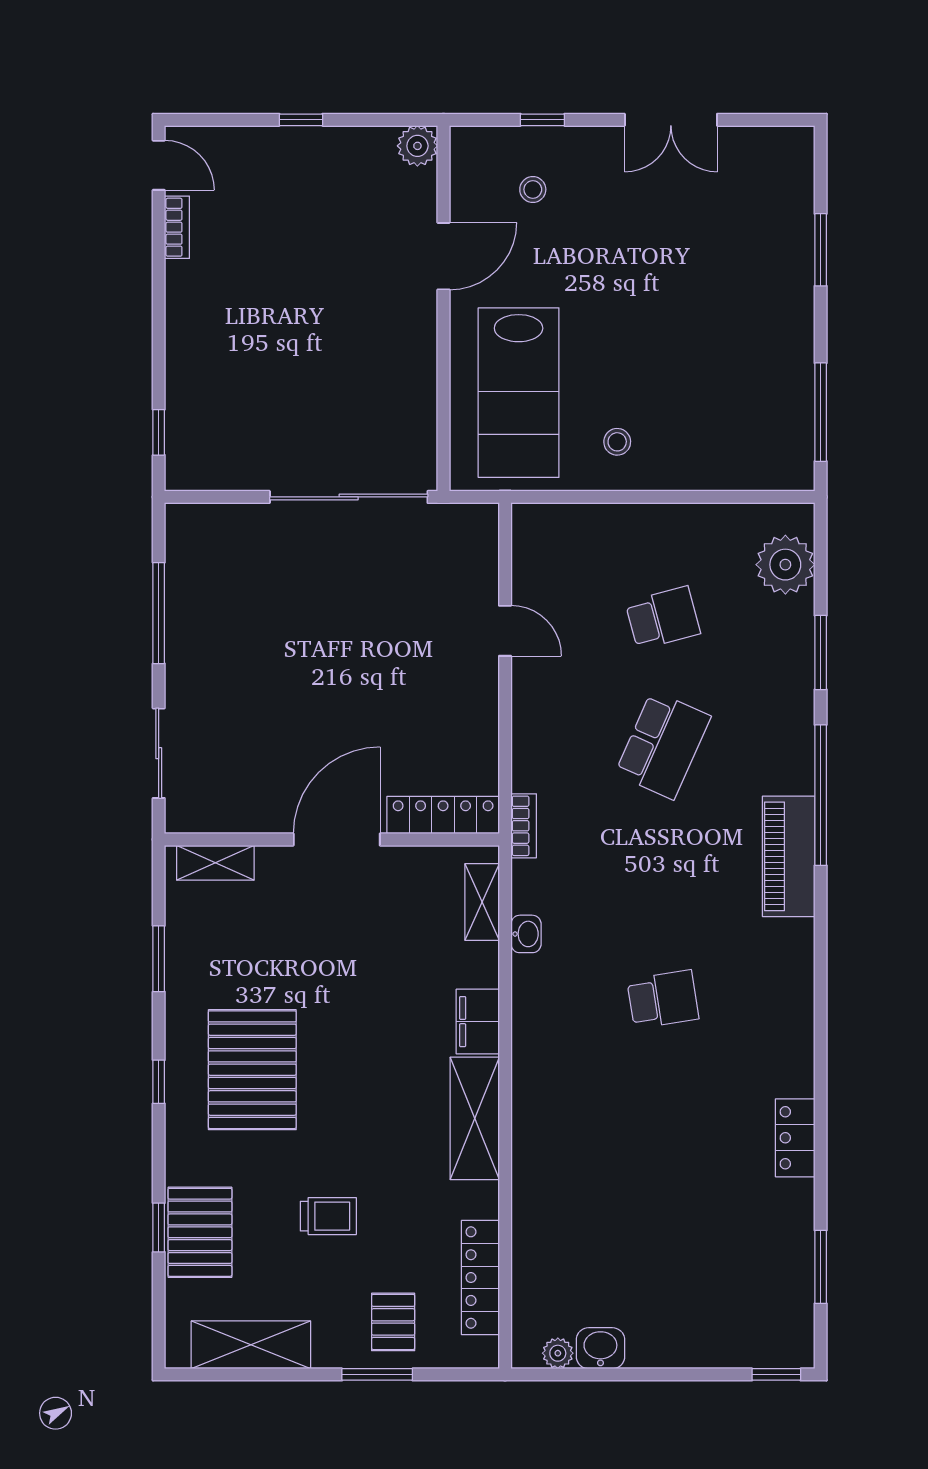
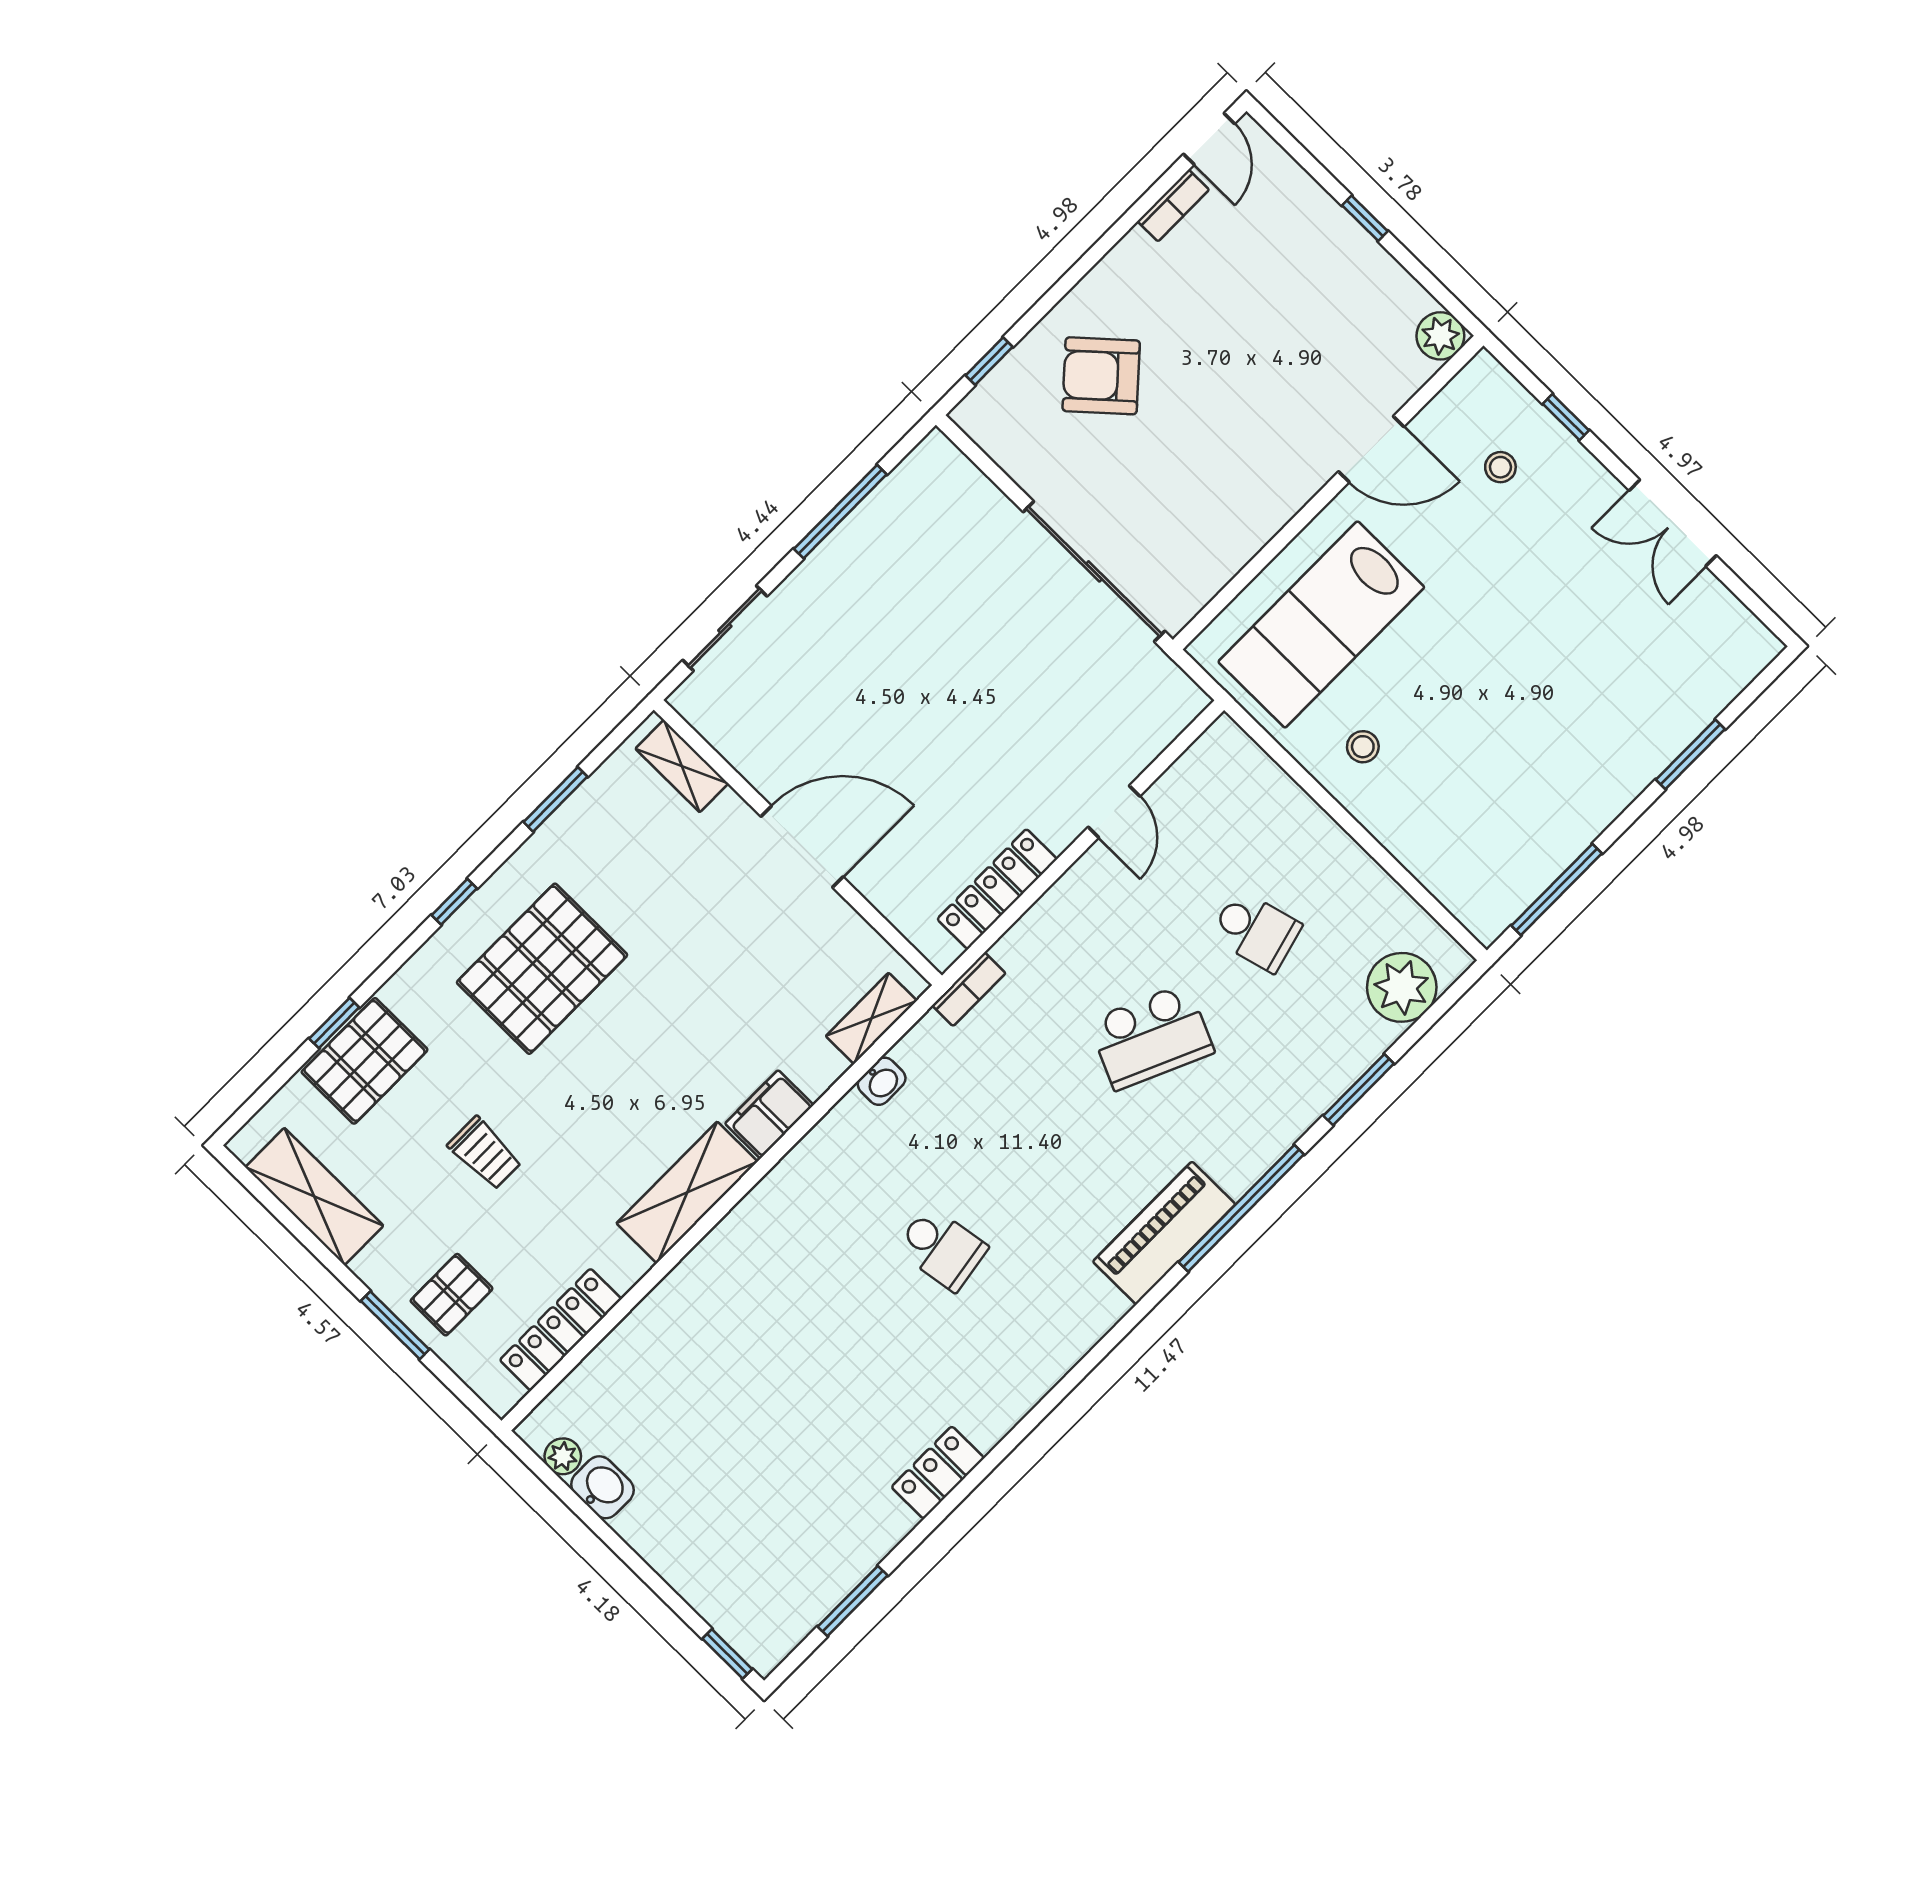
armchair: (236, 374) -> (1101, 376), added
locker: (443, 815) -> (997, 889), moved, turned -90

